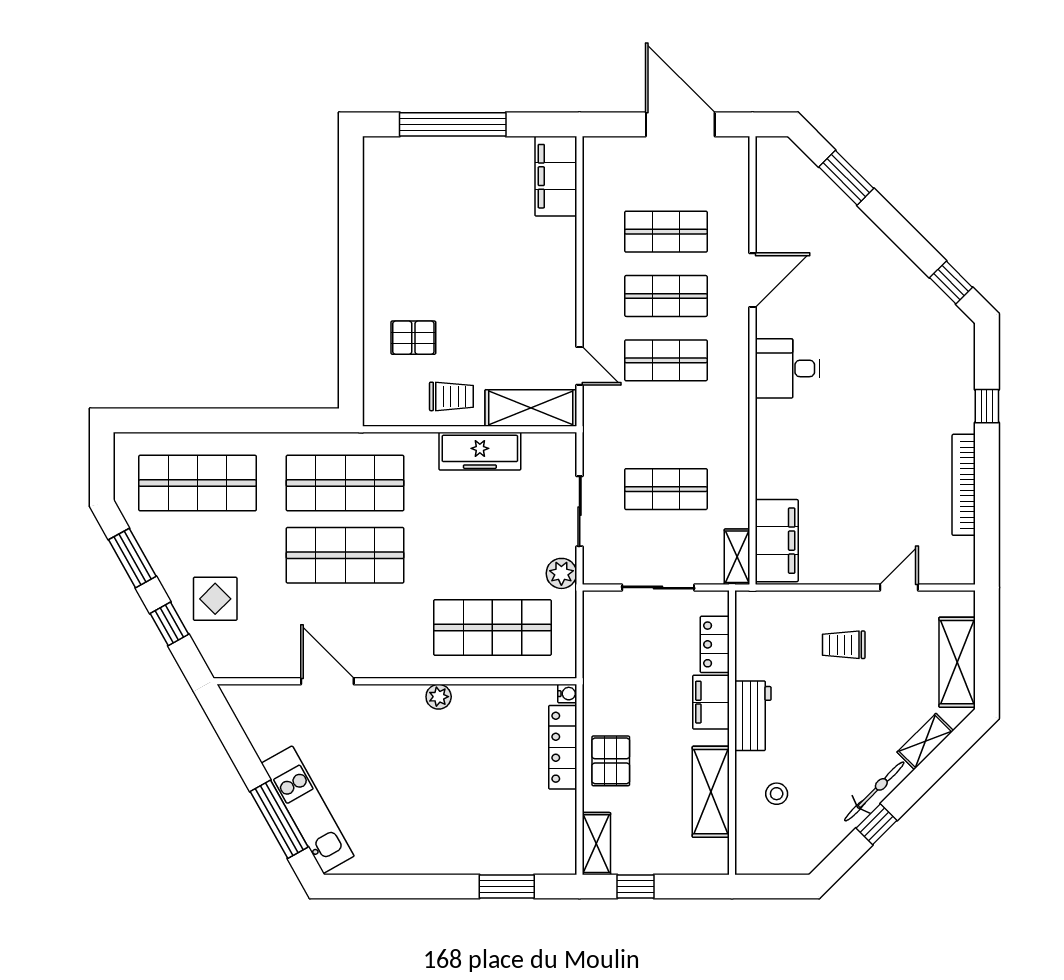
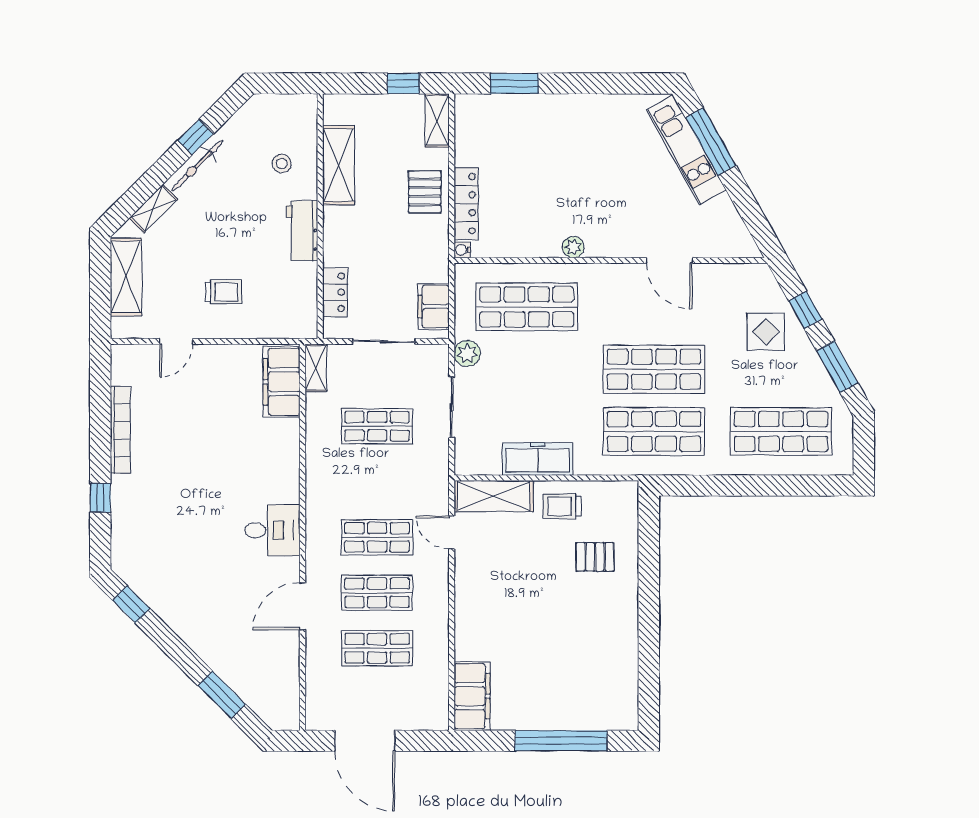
filing cabinet: (711, 702) -> (434, 307), moved, turned 180

